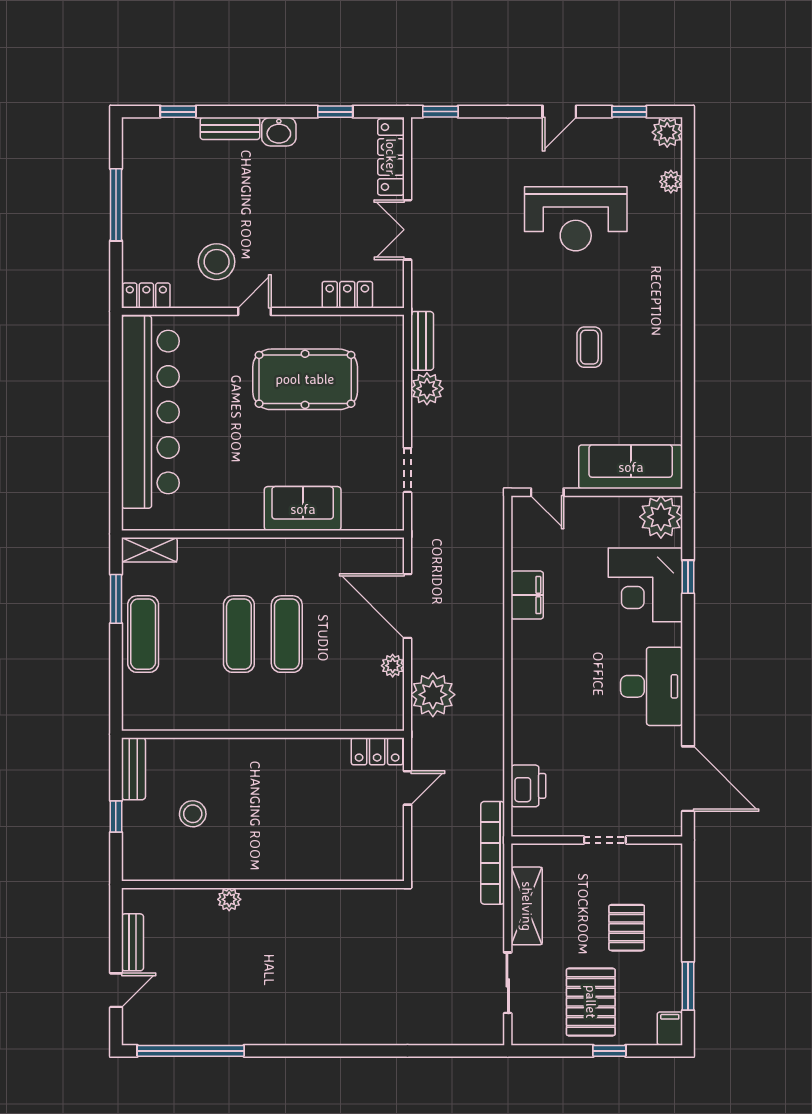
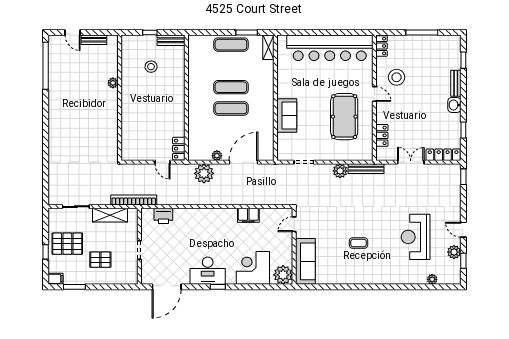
plant: (667, 132) -> (454, 252), moved
bench: (422, 341) -> (366, 169), width x1.36
window: (688, 577) -> (218, 287), moved

